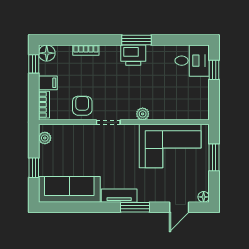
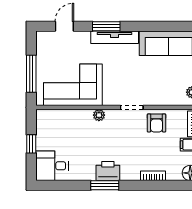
window: (214, 70) -> (31, 144), moved
window: (214, 157) -> (31, 74), width x1.44
tv unit: (119, 196) -> (115, 37), width x1.41
floor lamp: (204, 197) -> (41, 36), removed

